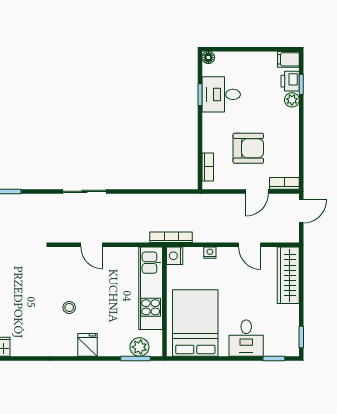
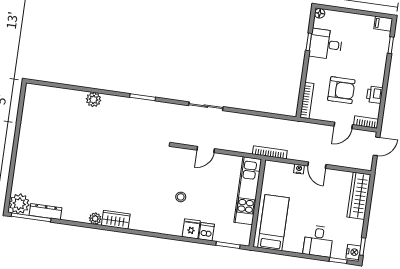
printer: (290, 81) -> (375, 95), moved
plant: (292, 100) -> (381, 56), removed
bookcase: (208, 167) -> (307, 100), width x1.56
door: (92, 245) -> (206, 149), hinge flipped
door: (250, 245) -> (317, 165), moved
nightstand: (175, 256) -> (353, 252), moved, turned 180
bed: (195, 323) -> (273, 223), width x0.67
dishwasher: (107, 346) -> (206, 232), added
plant: (139, 347) -> (232, 236), removed

